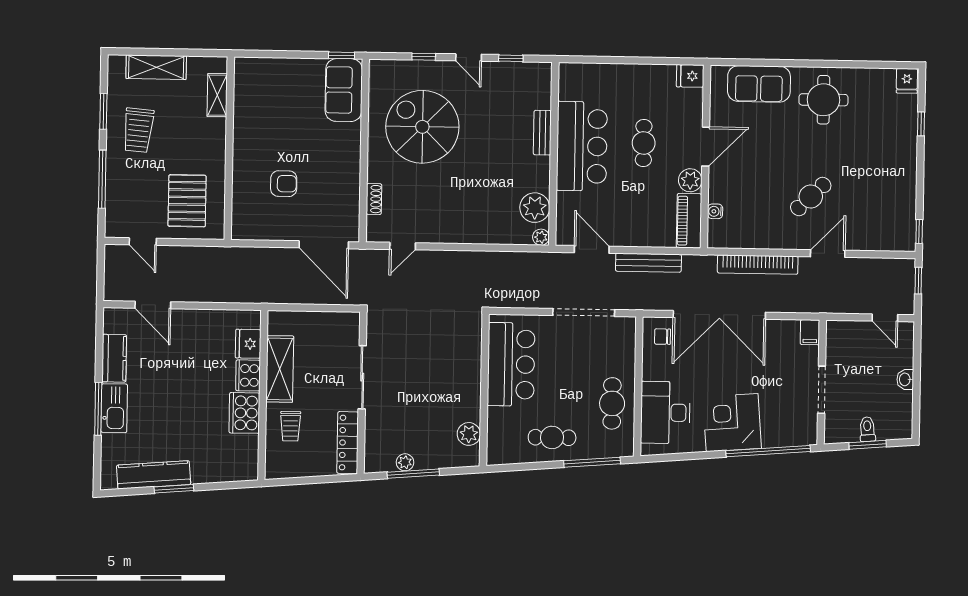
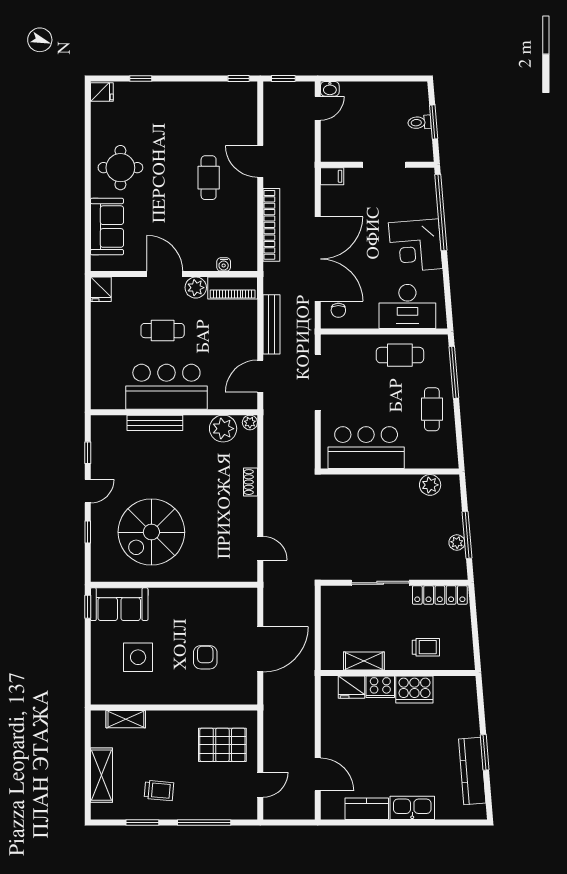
side table: (285, 110) -> (138, 657), added
trolley: (138, 130) -> (159, 790), width x0.73, depth x0.72
bench: (542, 133) -> (155, 423), width x1.36
cafe table: (811, 197) -> (209, 178), turned 44
shoe rack: (374, 199) -> (251, 482), moved, turned -90
door: (324, 245) -> (260, 649), moved
door: (153, 305) -> (318, 774), hinge flipped
shelving: (280, 369) -> (364, 661), width x0.67, depth x0.75
washbasin: (905, 379) -> (330, 89), moved
window: (98, 409) -> (413, 822), removed

